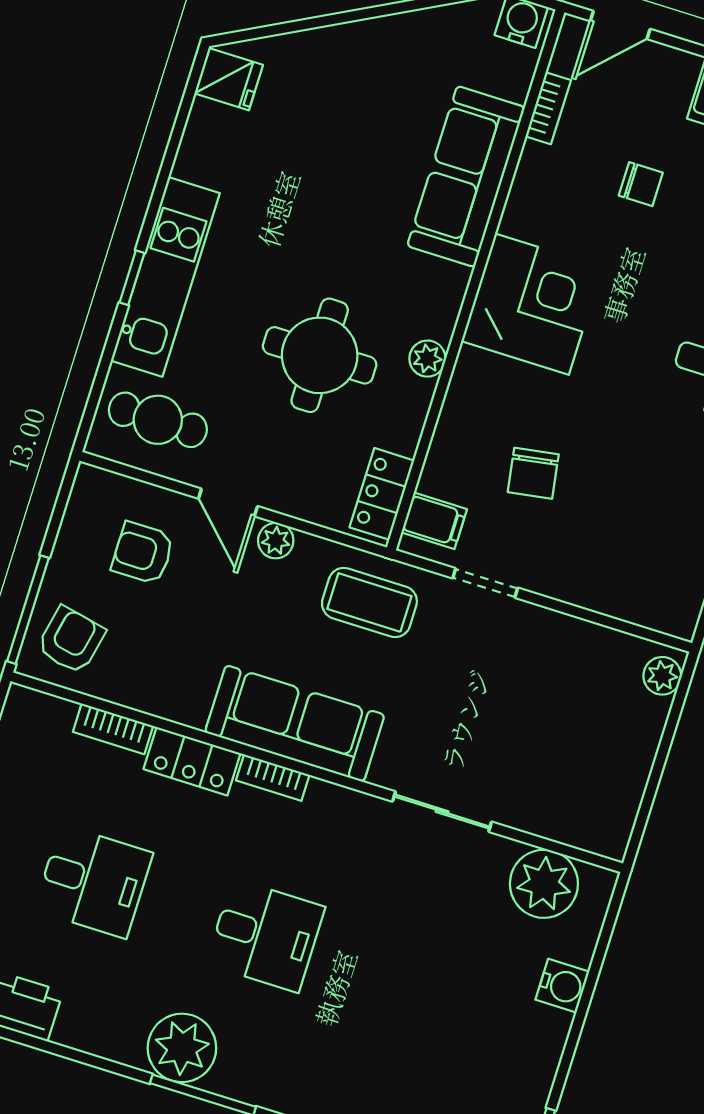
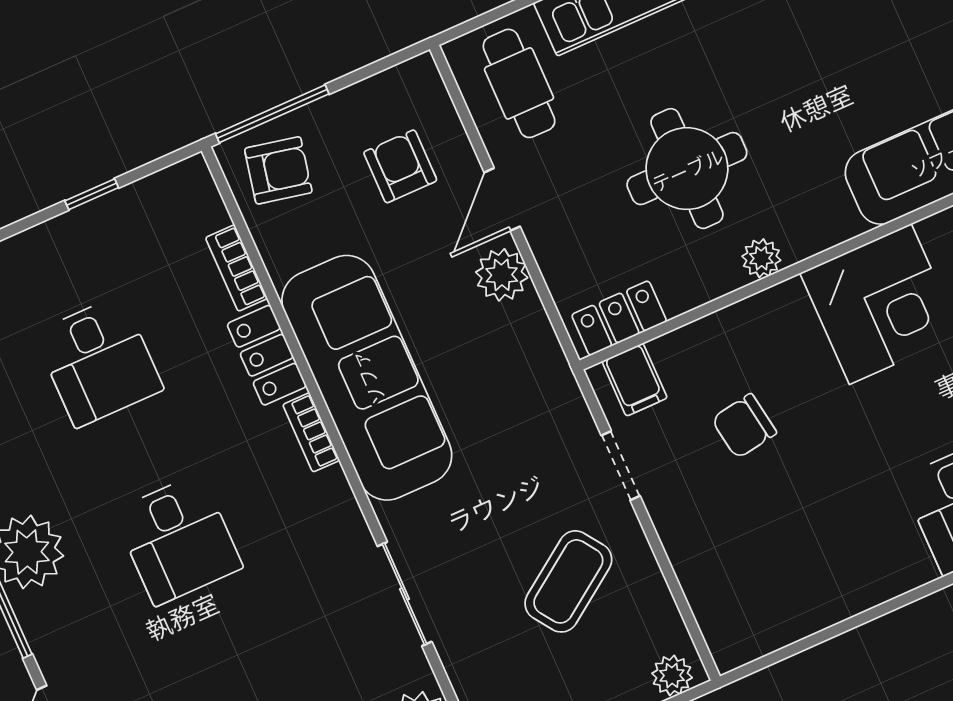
plant: (276, 541) -> (502, 275), width x1.38, depth x1.38
coffee table: (369, 602) -> (568, 581), moved, turned 55
sofa: (295, 724) -> (367, 378), width x1.36, depth x1.27

